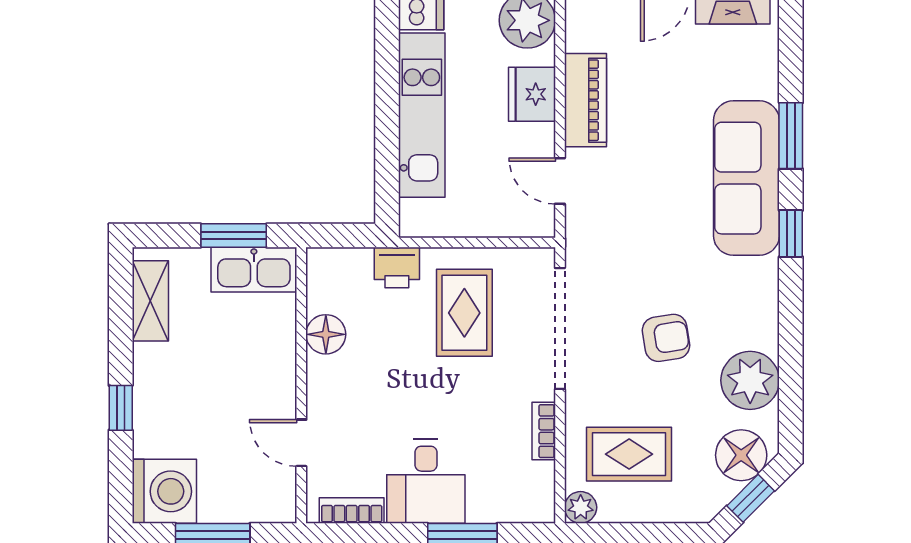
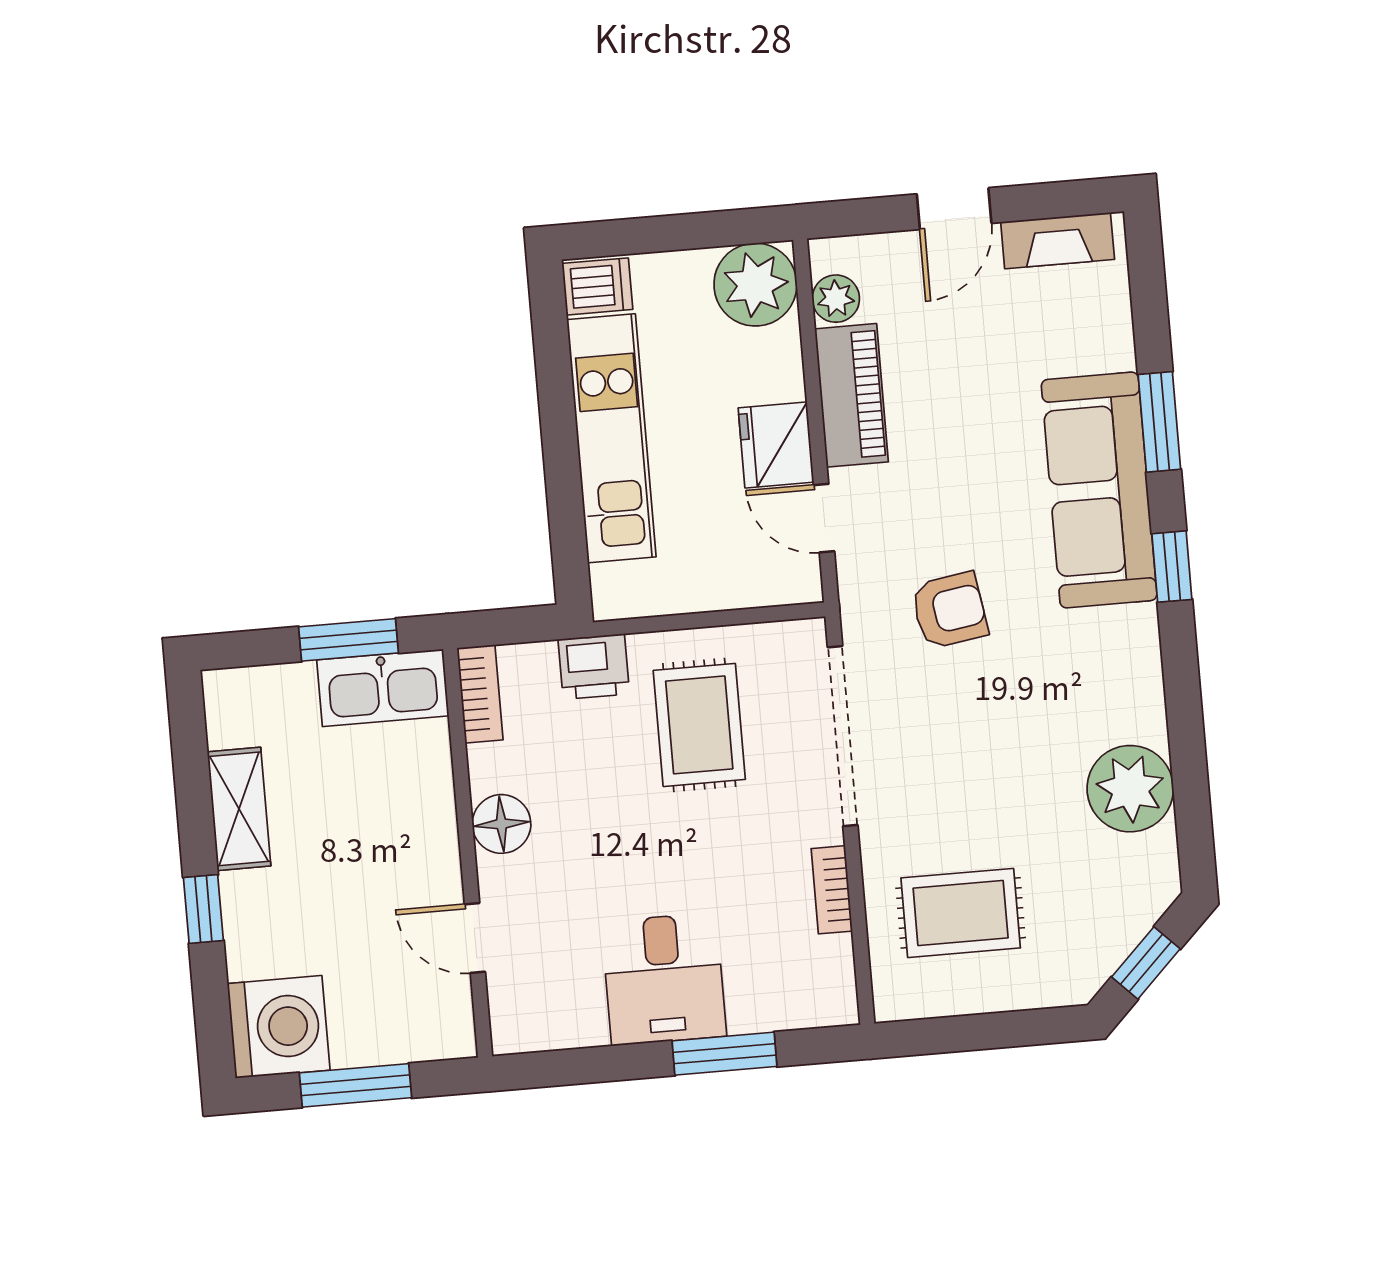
fridge: (532, 94) -> (776, 445), moved
shelving: (150, 301) -> (239, 809), moved
floor lamp: (326, 334) -> (501, 824), moved
armchair: (666, 338) -> (949, 610), moved
floor lamp: (741, 455) -> (1127, 900), removed
plant: (581, 507) -> (836, 299), moved
bookcase: (352, 511) -> (480, 694), moved, turned 90

